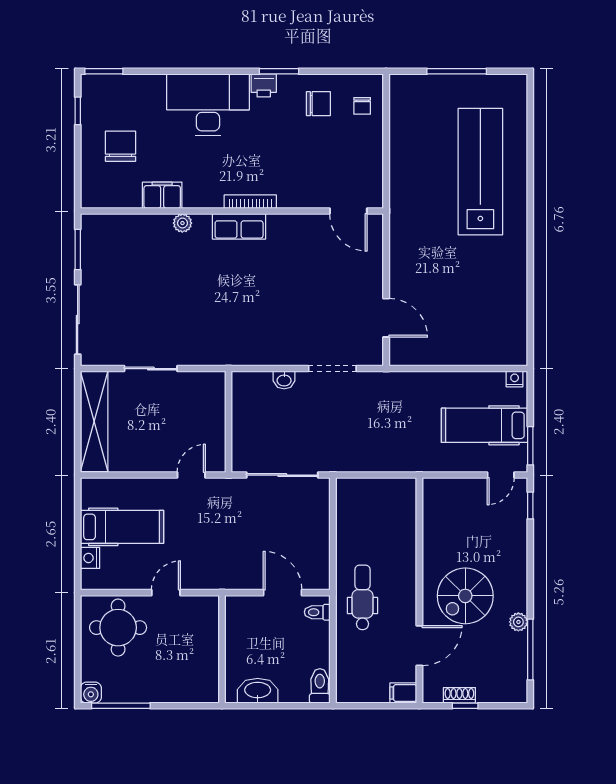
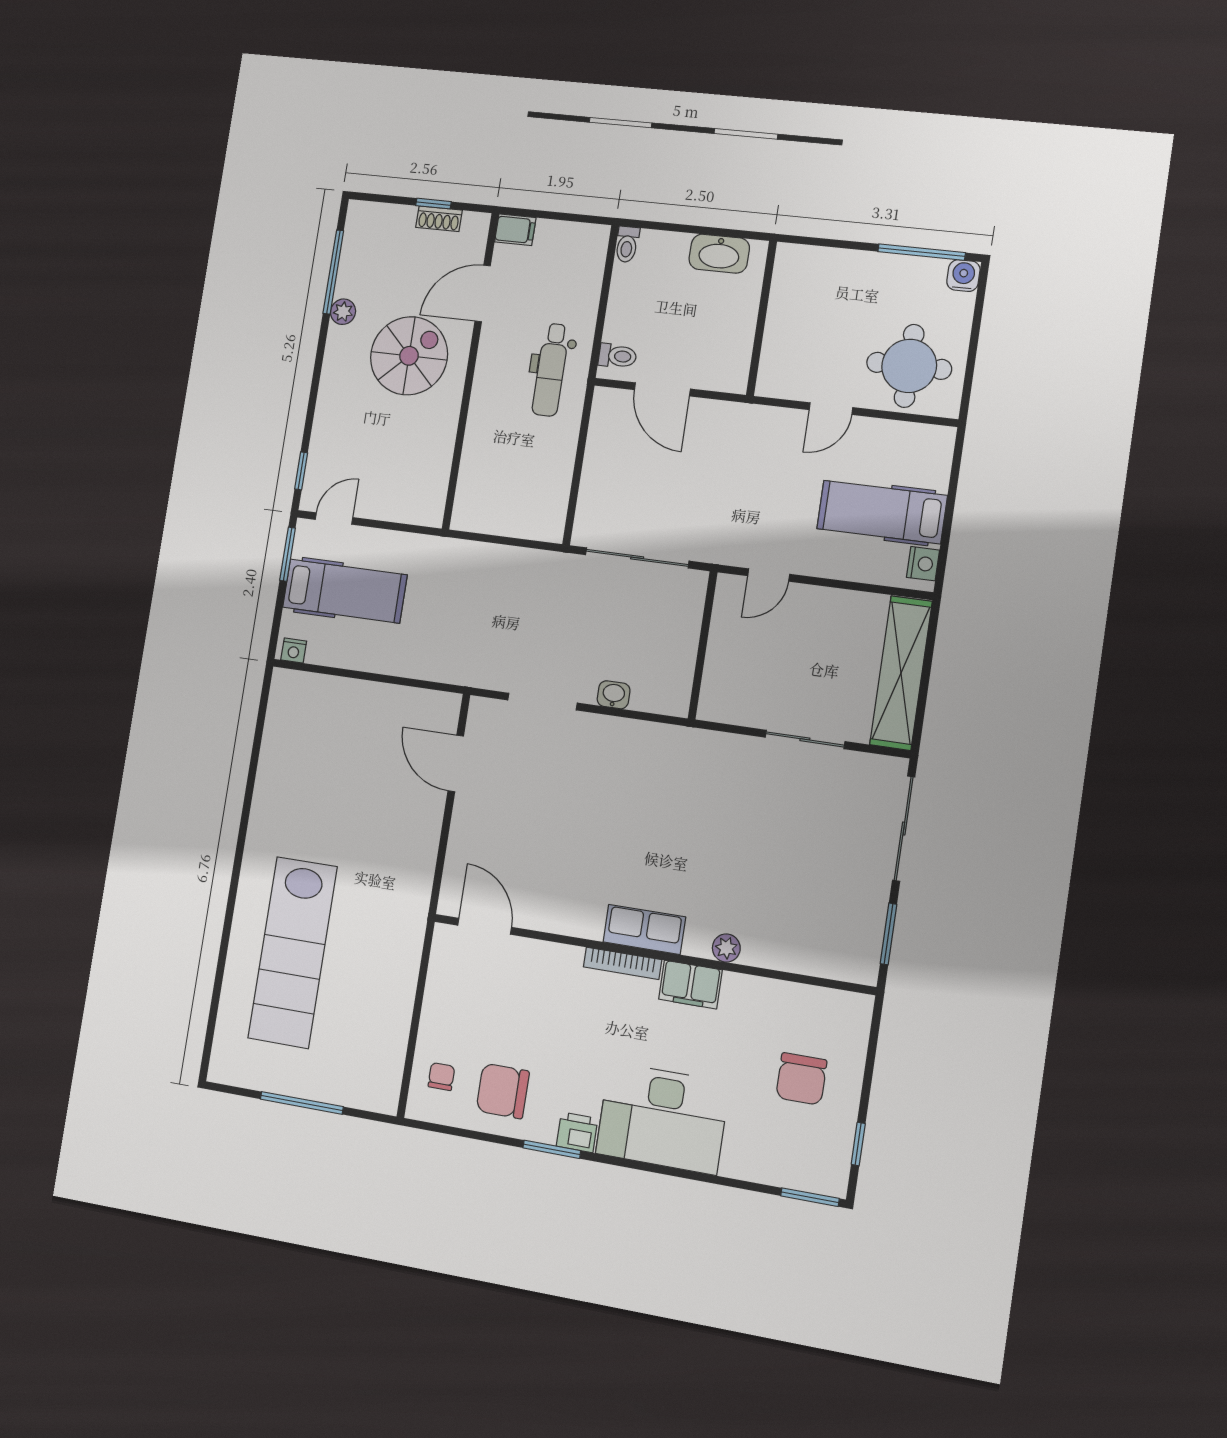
chair: (318, 104) -> (503, 1091), width x1.37, depth x1.37
filing cabinet: (162, 195) -> (690, 985), moved
nightstand: (90, 558) -> (923, 564), moved
toilet: (320, 686) -> (627, 244), width x0.73, depth x0.72

